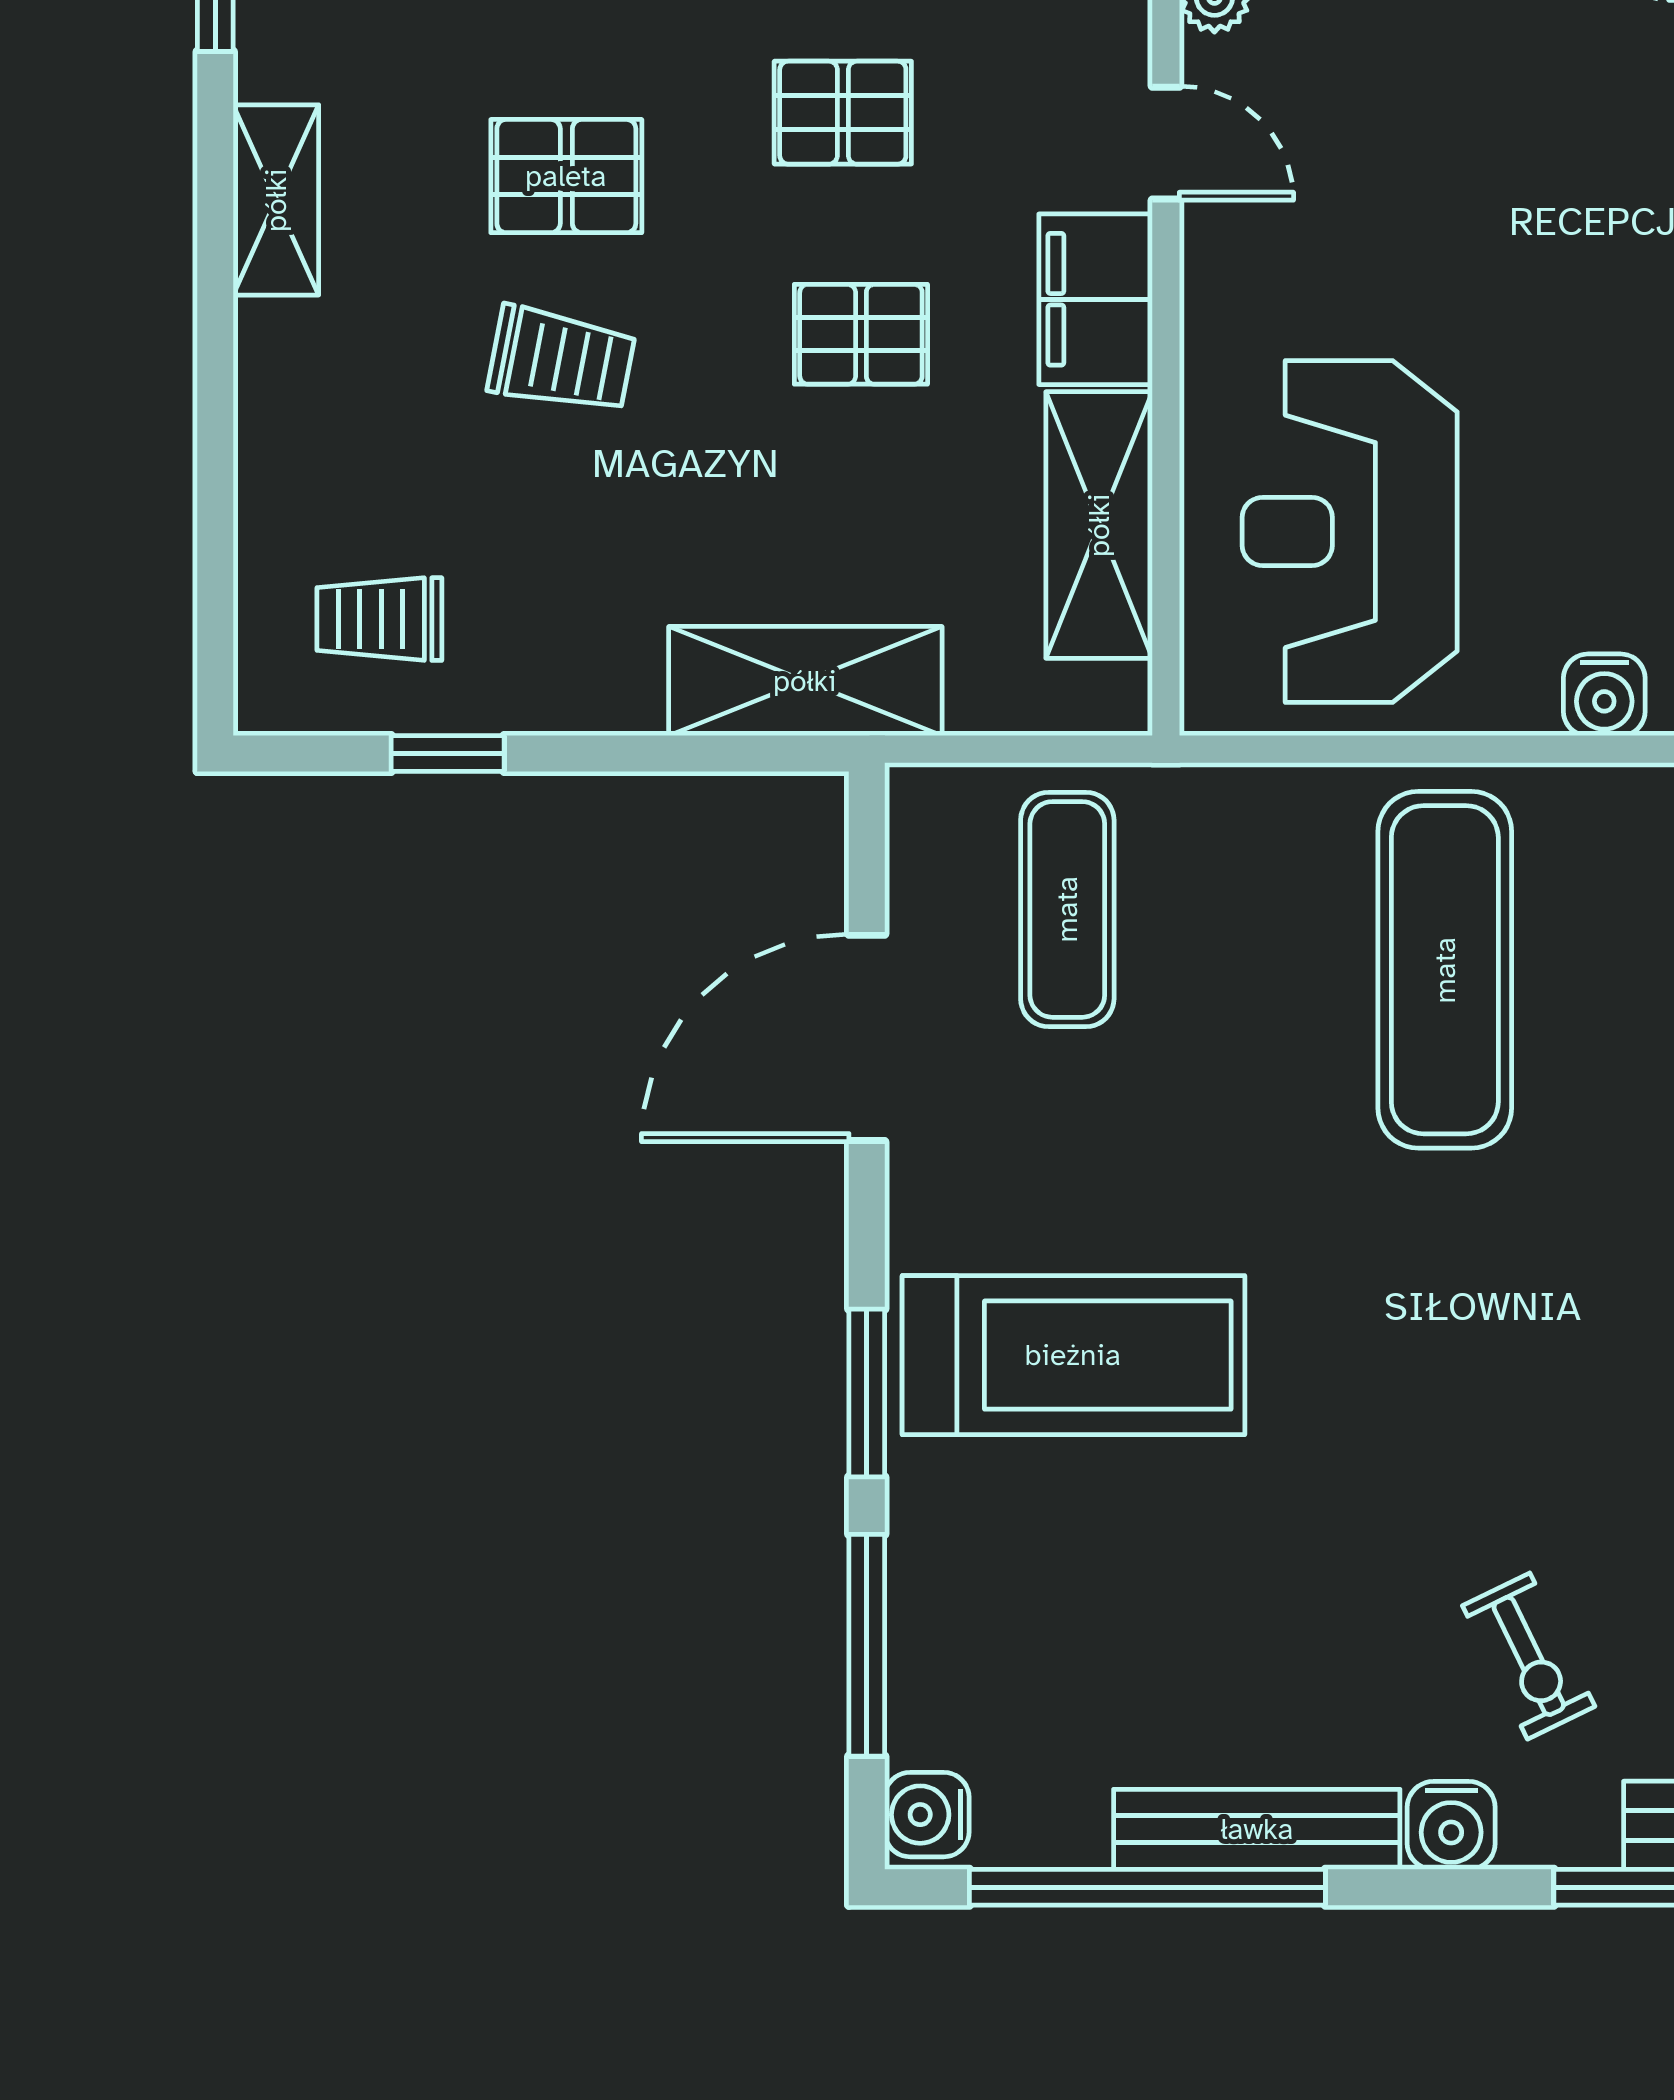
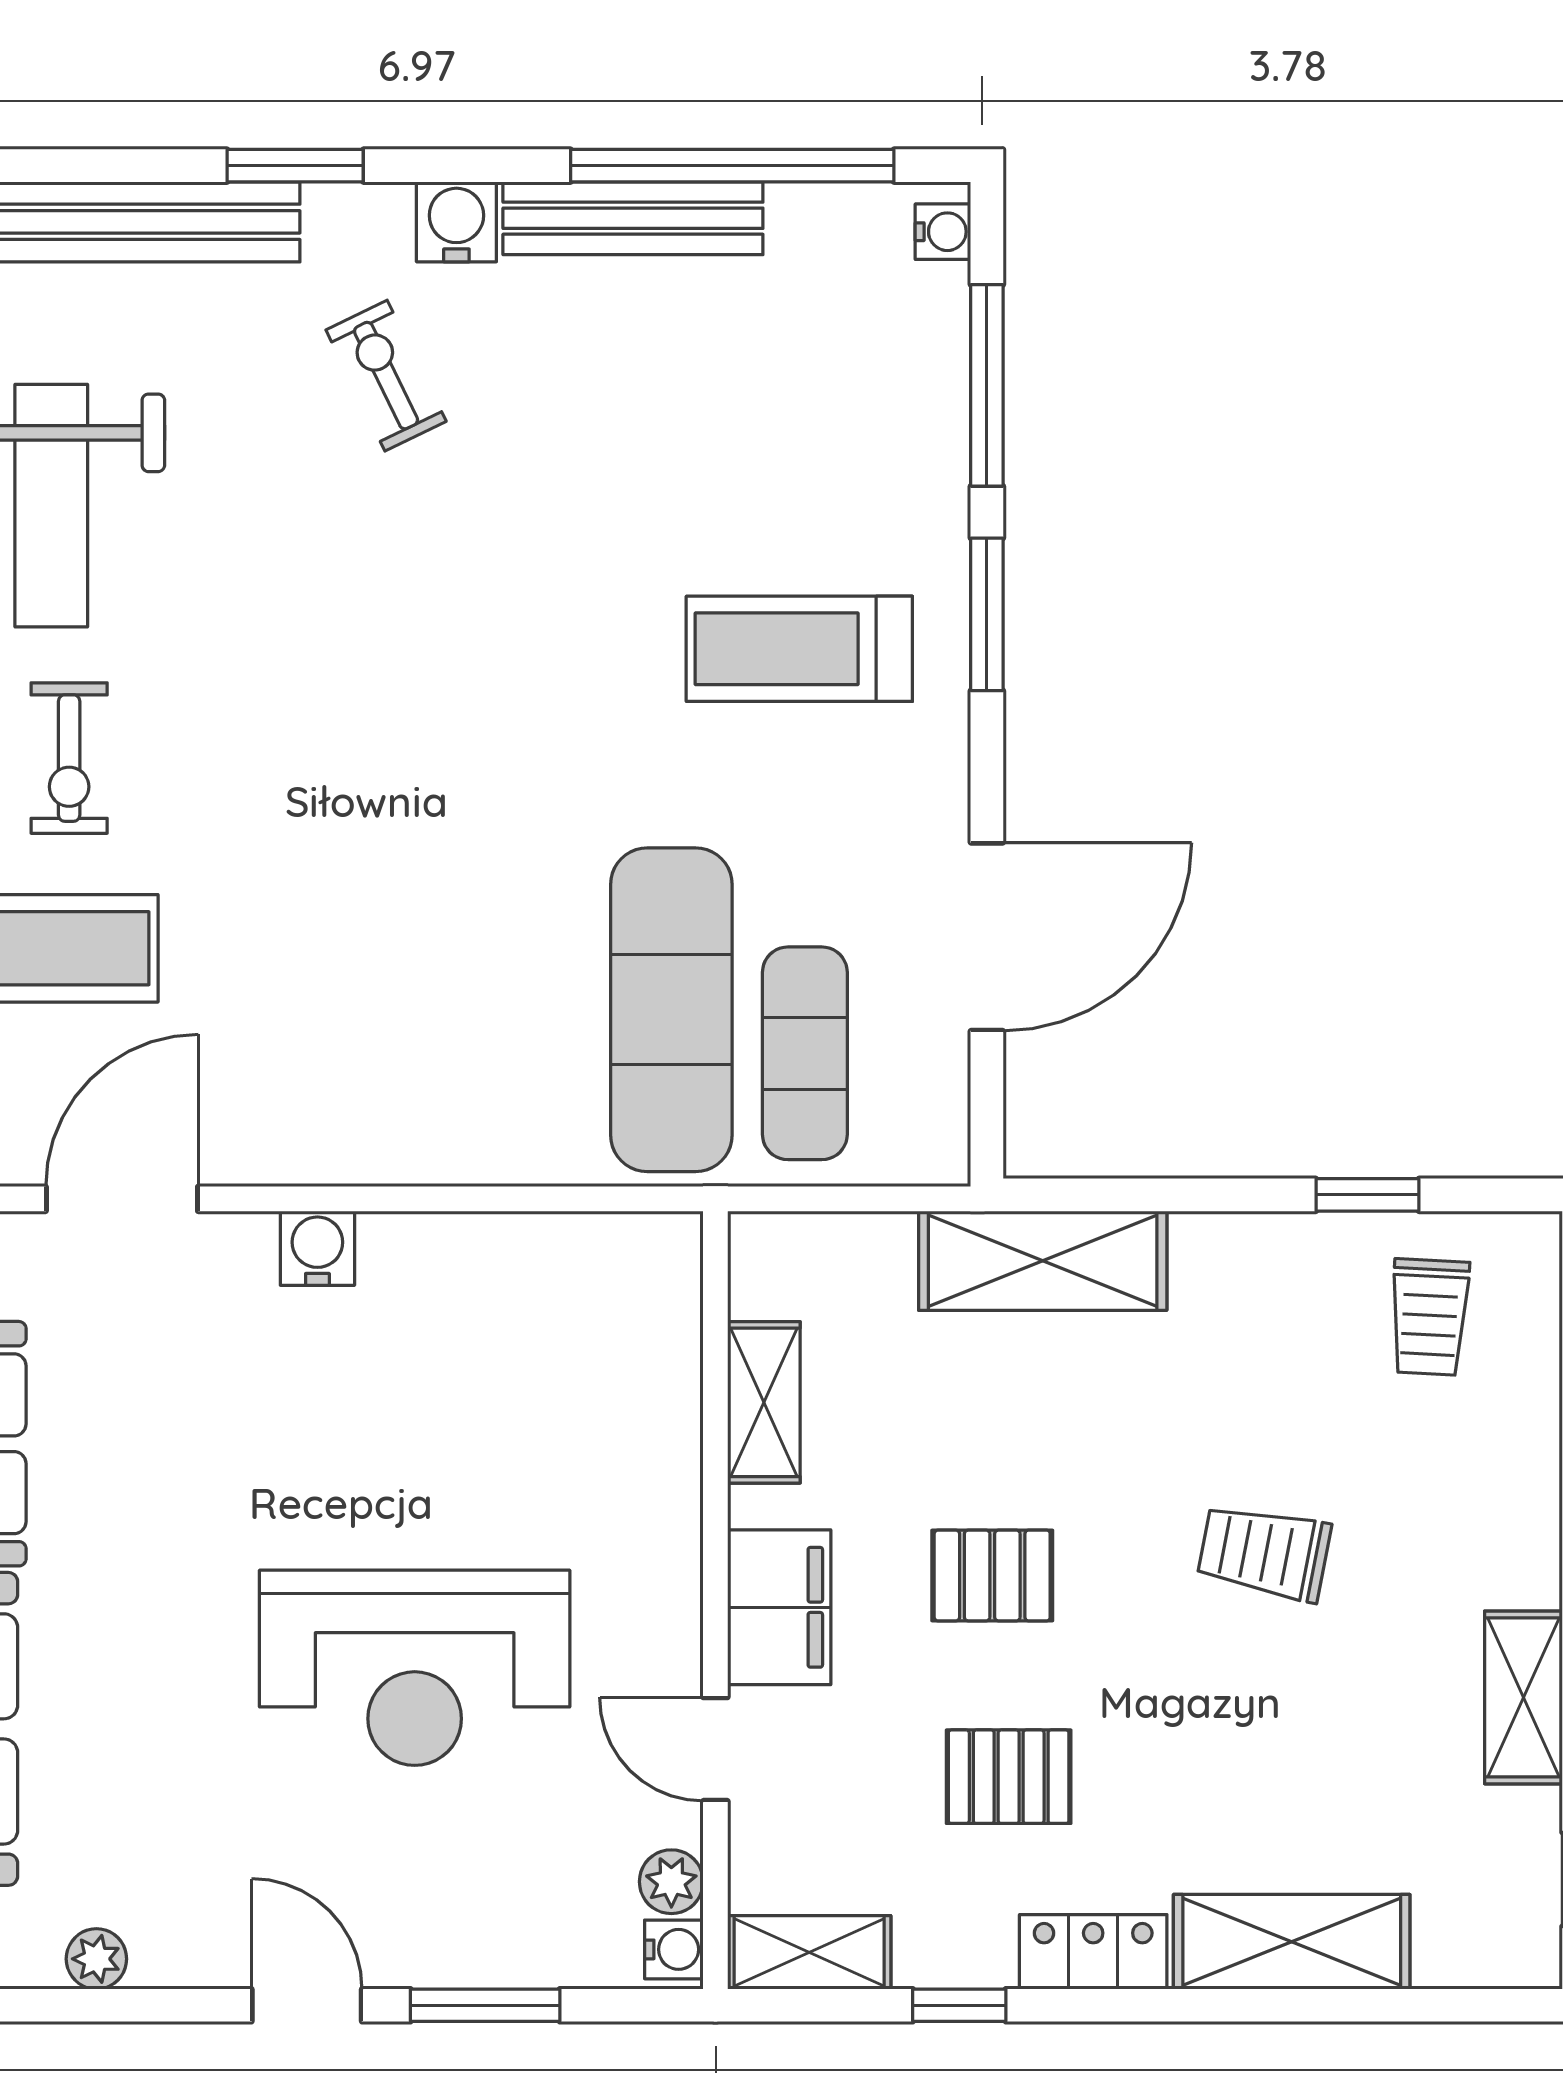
pallet: (566, 176) -> (1260, 1719), removed
shelving: (1099, 525) -> (764, 1402), width x0.67, depth x0.75
reception desk: (1350, 531) -> (415, 1668), moved, turned 90
trolley: (379, 619) -> (1429, 1317), turned 93
exercise mat: (1445, 970) -> (671, 1010), moved
treadmill: (1073, 1355) -> (799, 649), width x0.73, depth x0.73
water cooler: (927, 1815) -> (943, 232), width x0.72, depth x0.72

